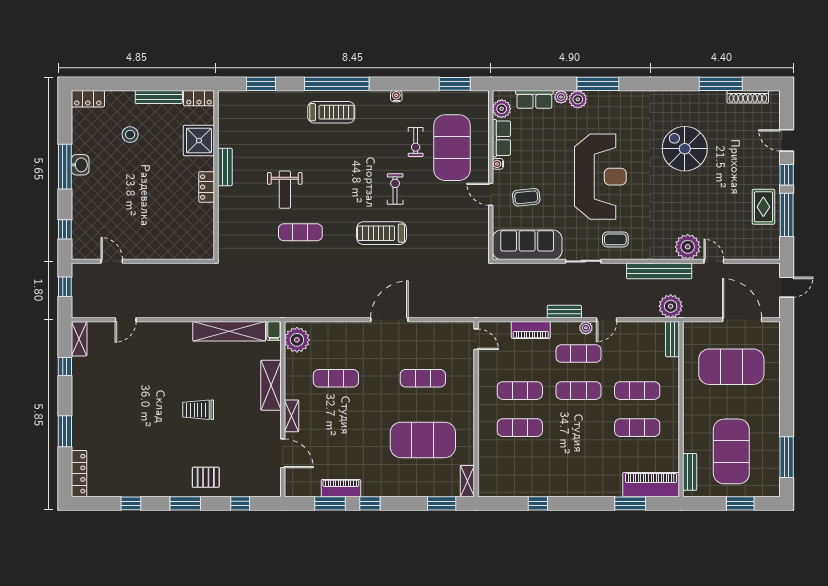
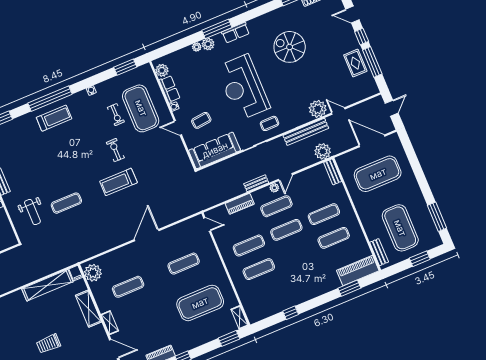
row of seats: (534, 99) -> (236, 33), moved
reception desk: (600, 177) -> (243, 87), turned 180
weight bench: (285, 190) -> (32, 212), moved

